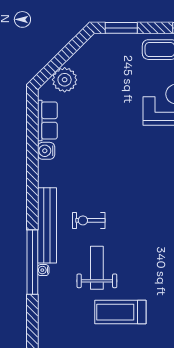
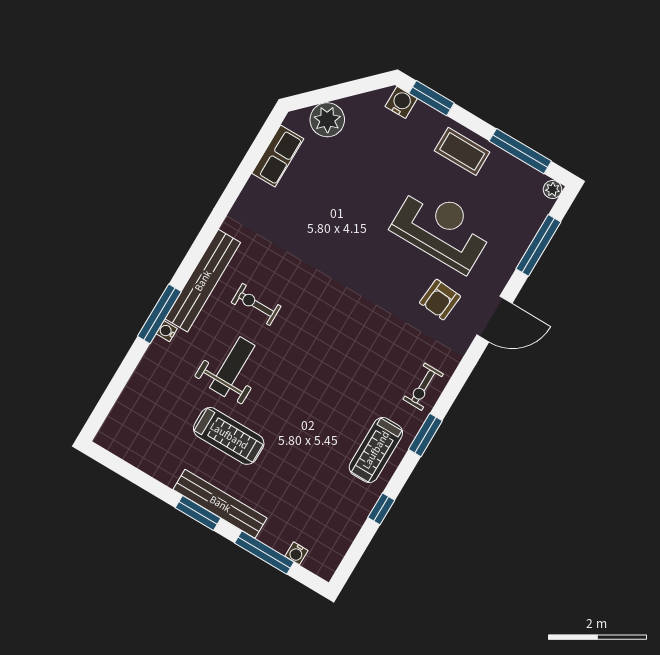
water cooler: (46, 151) -> (401, 102), moved, turned 90
window: (32, 262) -> (159, 314), width x0.68
treadmill: (120, 312) -> (229, 436), turned 180

